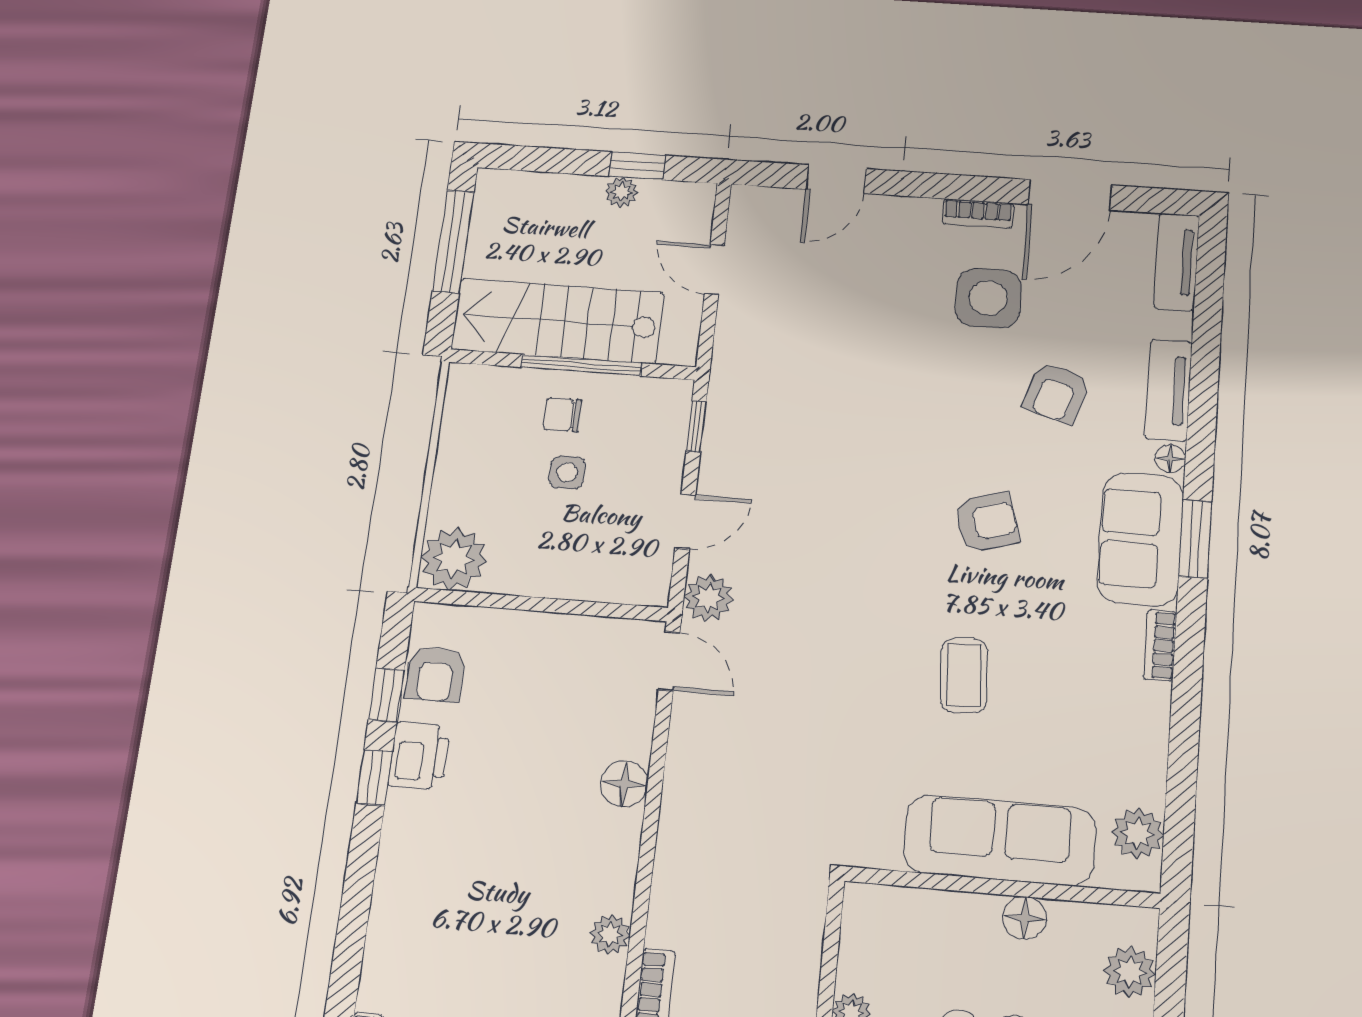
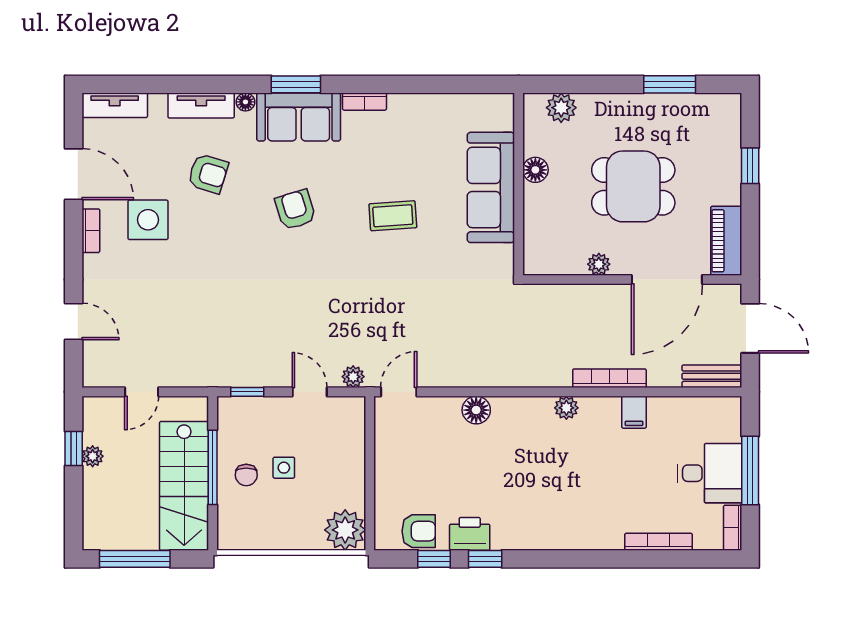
plant: (708, 598) -> (353, 377), width x0.73, depth x0.73
plant: (1138, 833) -> (480, 108), removed

